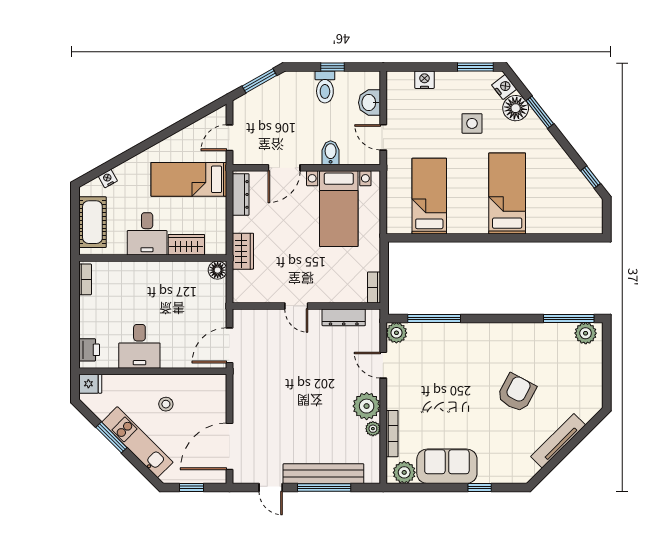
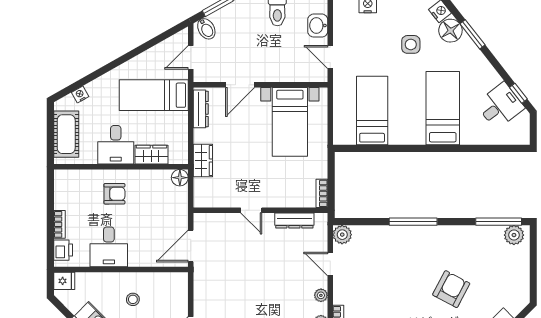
bidet: (331, 153) -> (206, 29), moved, turned 151
desk: (570, 191) -> (500, 106), added
bookcase: (85, 279) -> (59, 224), moved
armchair: (146, 288) -> (114, 194), added
window: (434, 319) -> (413, 222), moved
plant: (367, 406) -> (321, 295), width x0.53, depth x0.53

